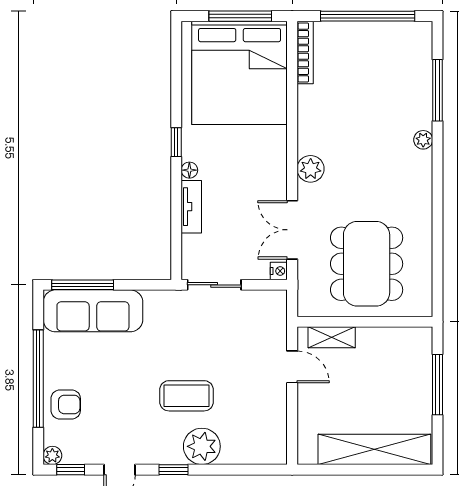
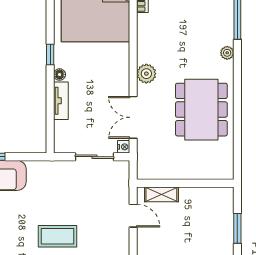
dining table: (367, 264) -> (201, 110), moved
sliding door: (214, 285) -> (95, 157), moved
window: (438, 385) -> (237, 228), width x0.69

